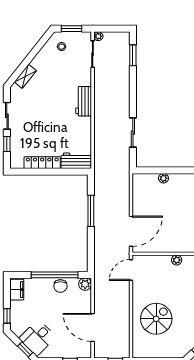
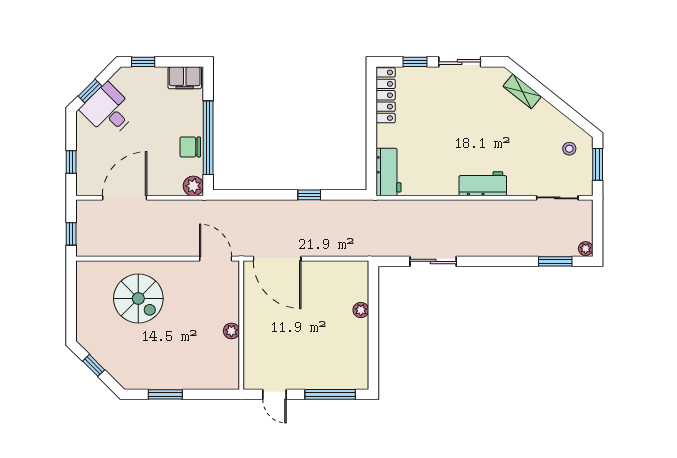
plant: (98, 36) -> (586, 249), moved
locker: (42, 163) -> (386, 95), moved
window: (91, 211) -> (309, 195), width x0.46

